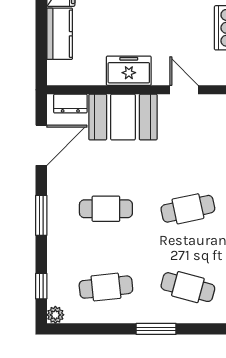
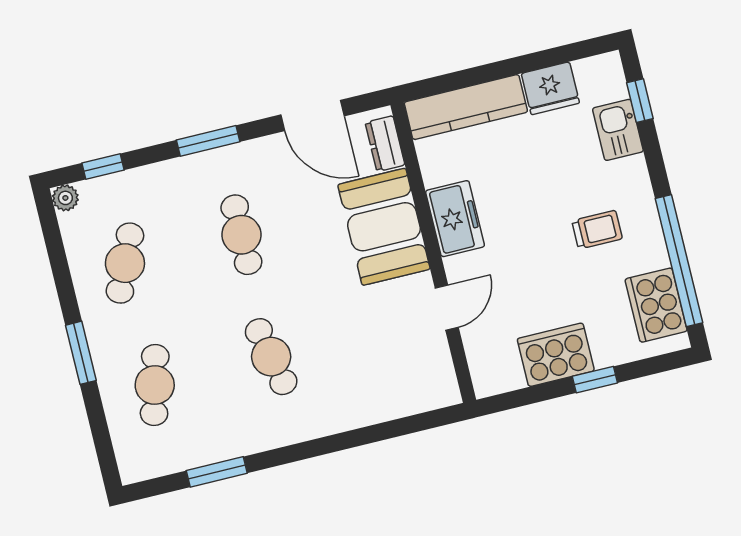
kitchen counter: (60, 34) -> (466, 107), width x1.50
cafe table: (106, 287) -> (125, 263), turned 30

